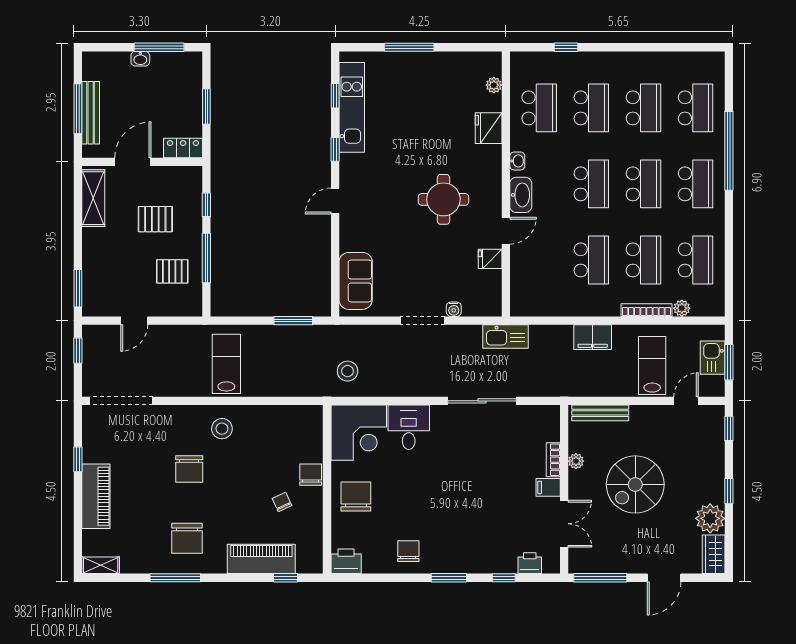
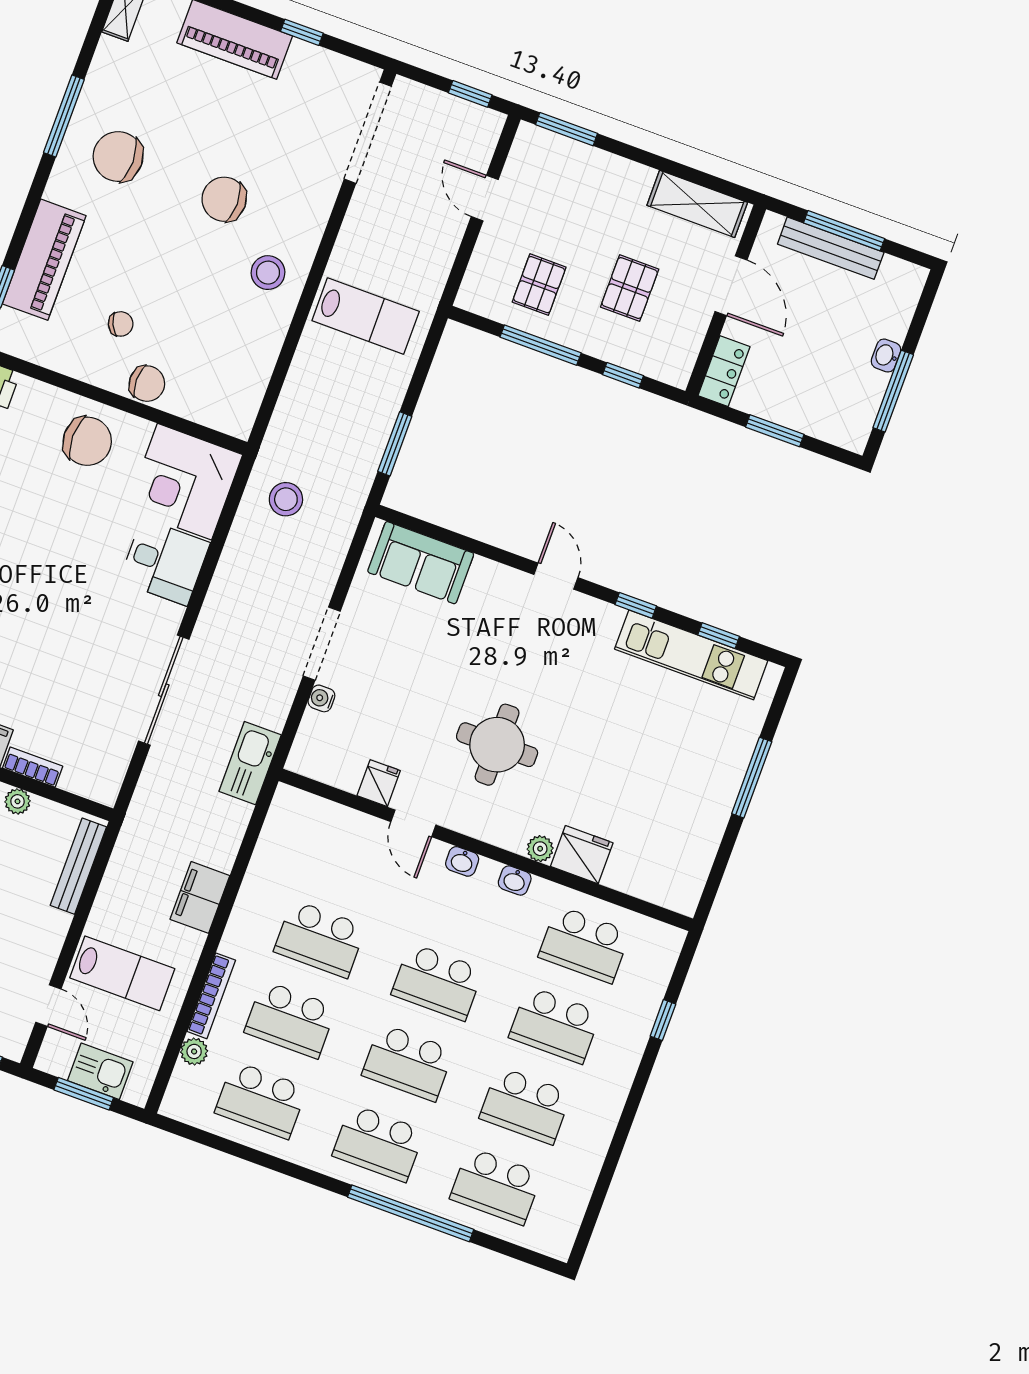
plant: (494, 85) -> (540, 849), moved
washbasin: (521, 195) -> (462, 861), width x0.52, depth x0.69

